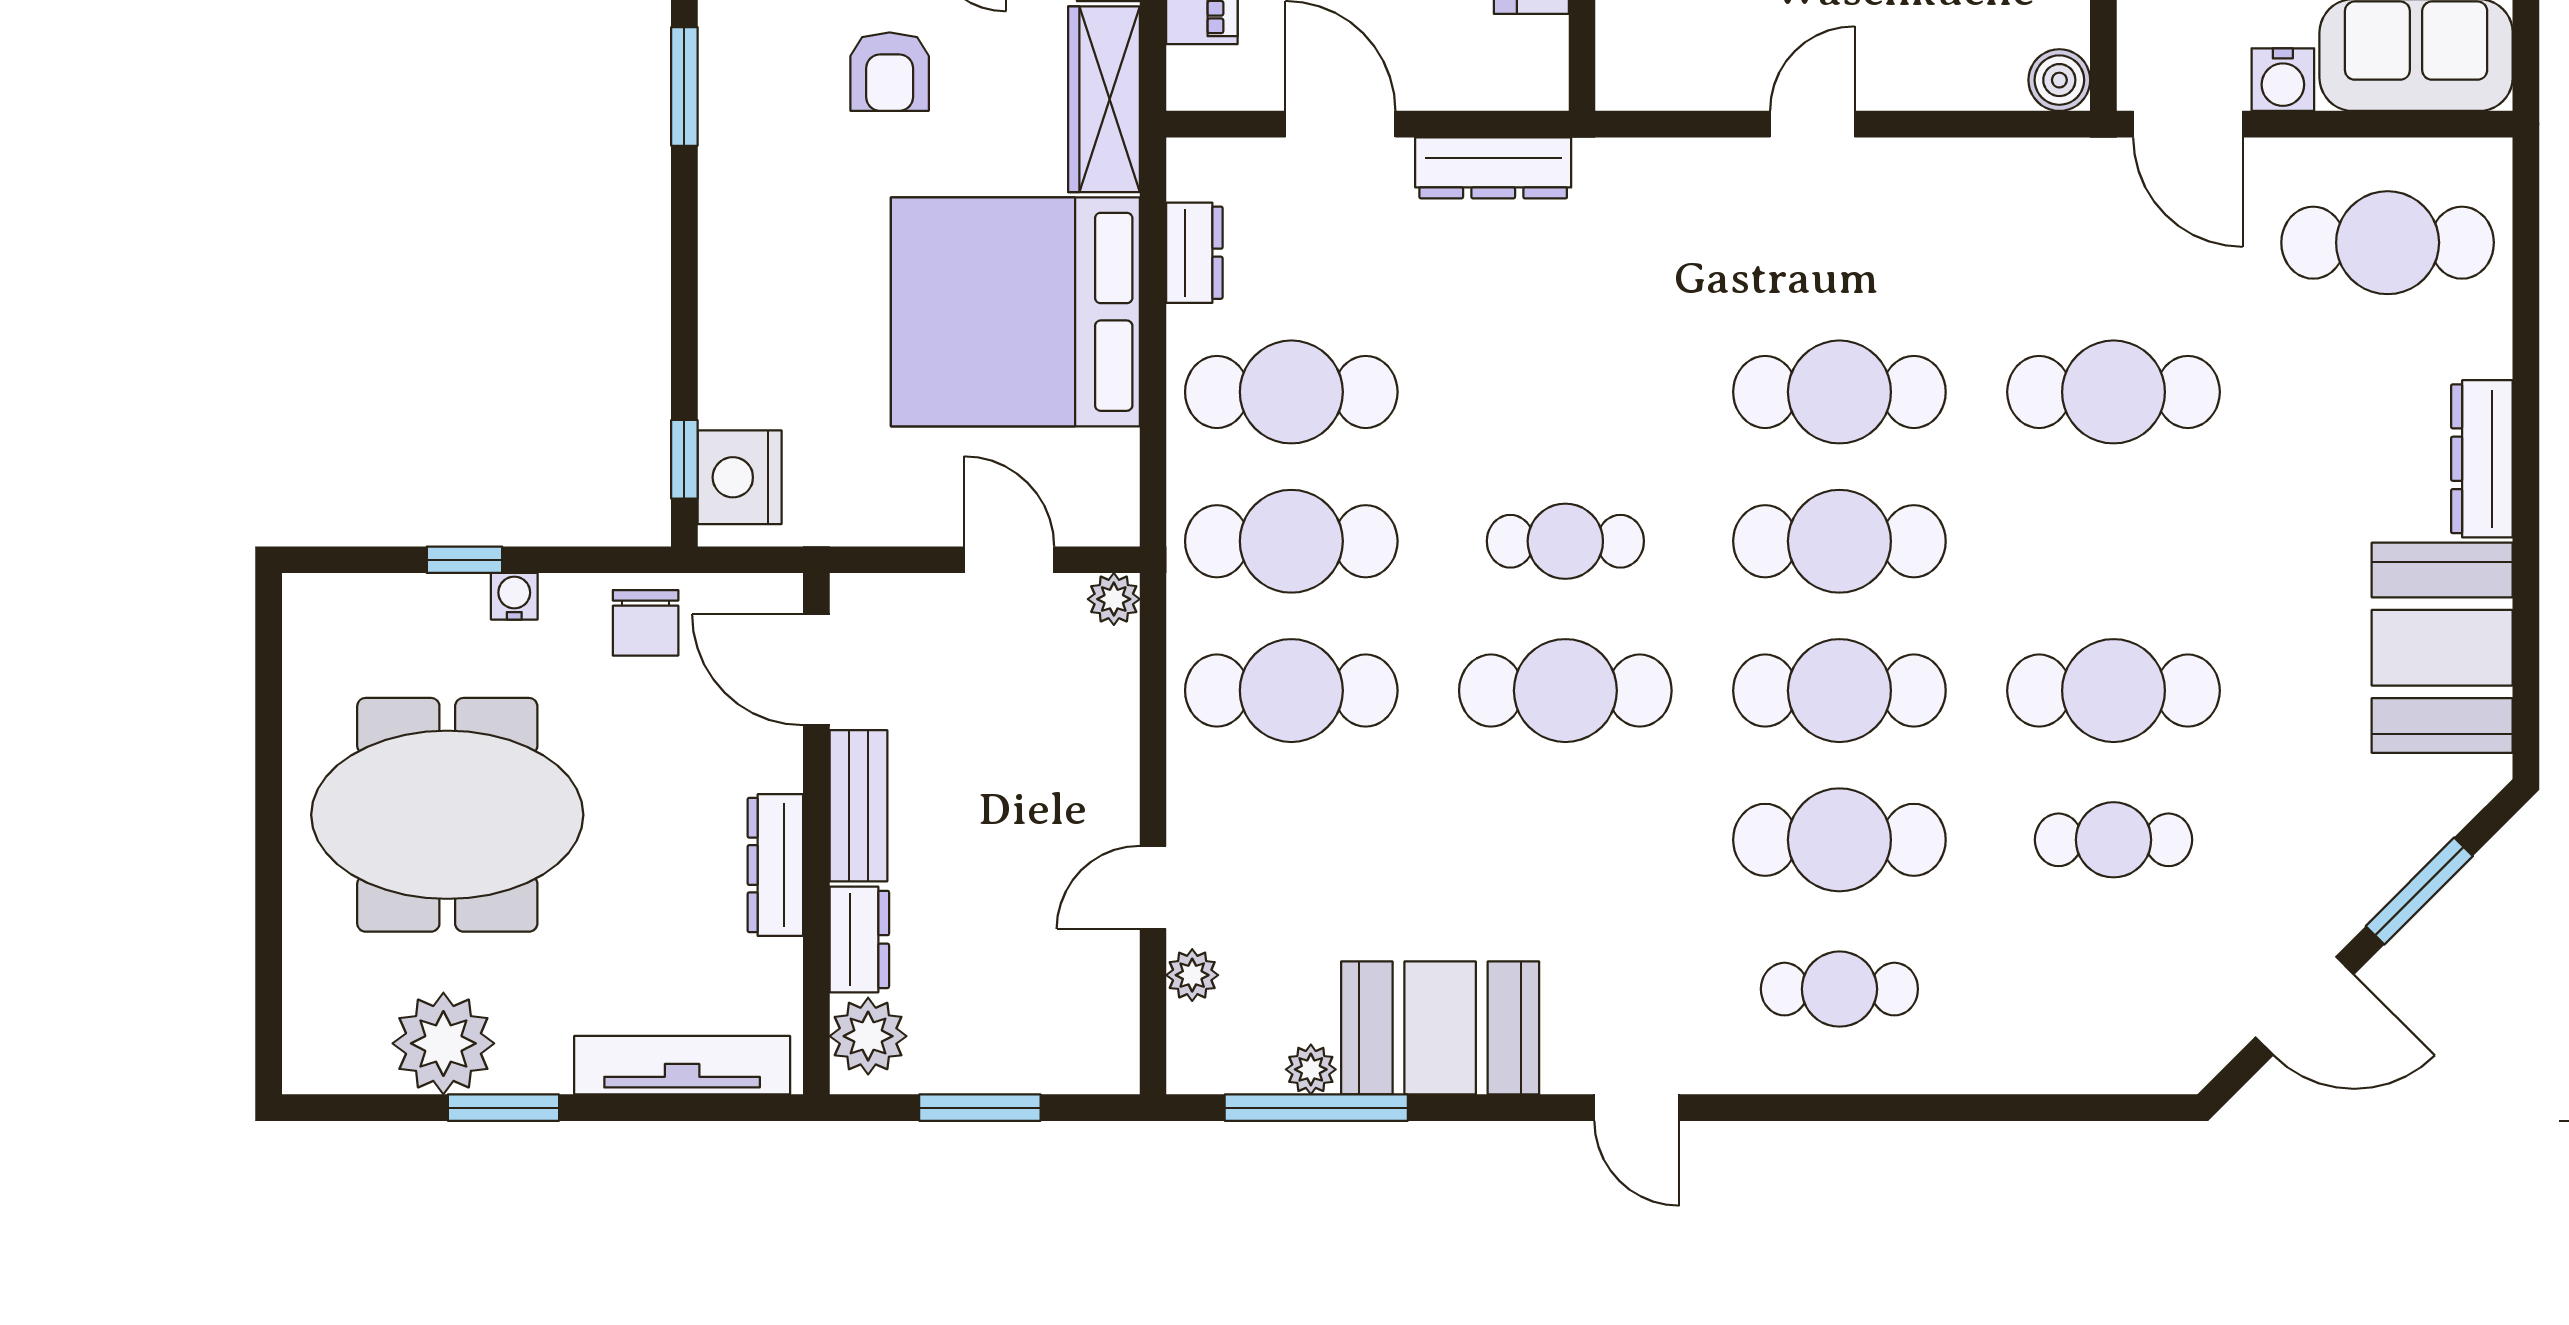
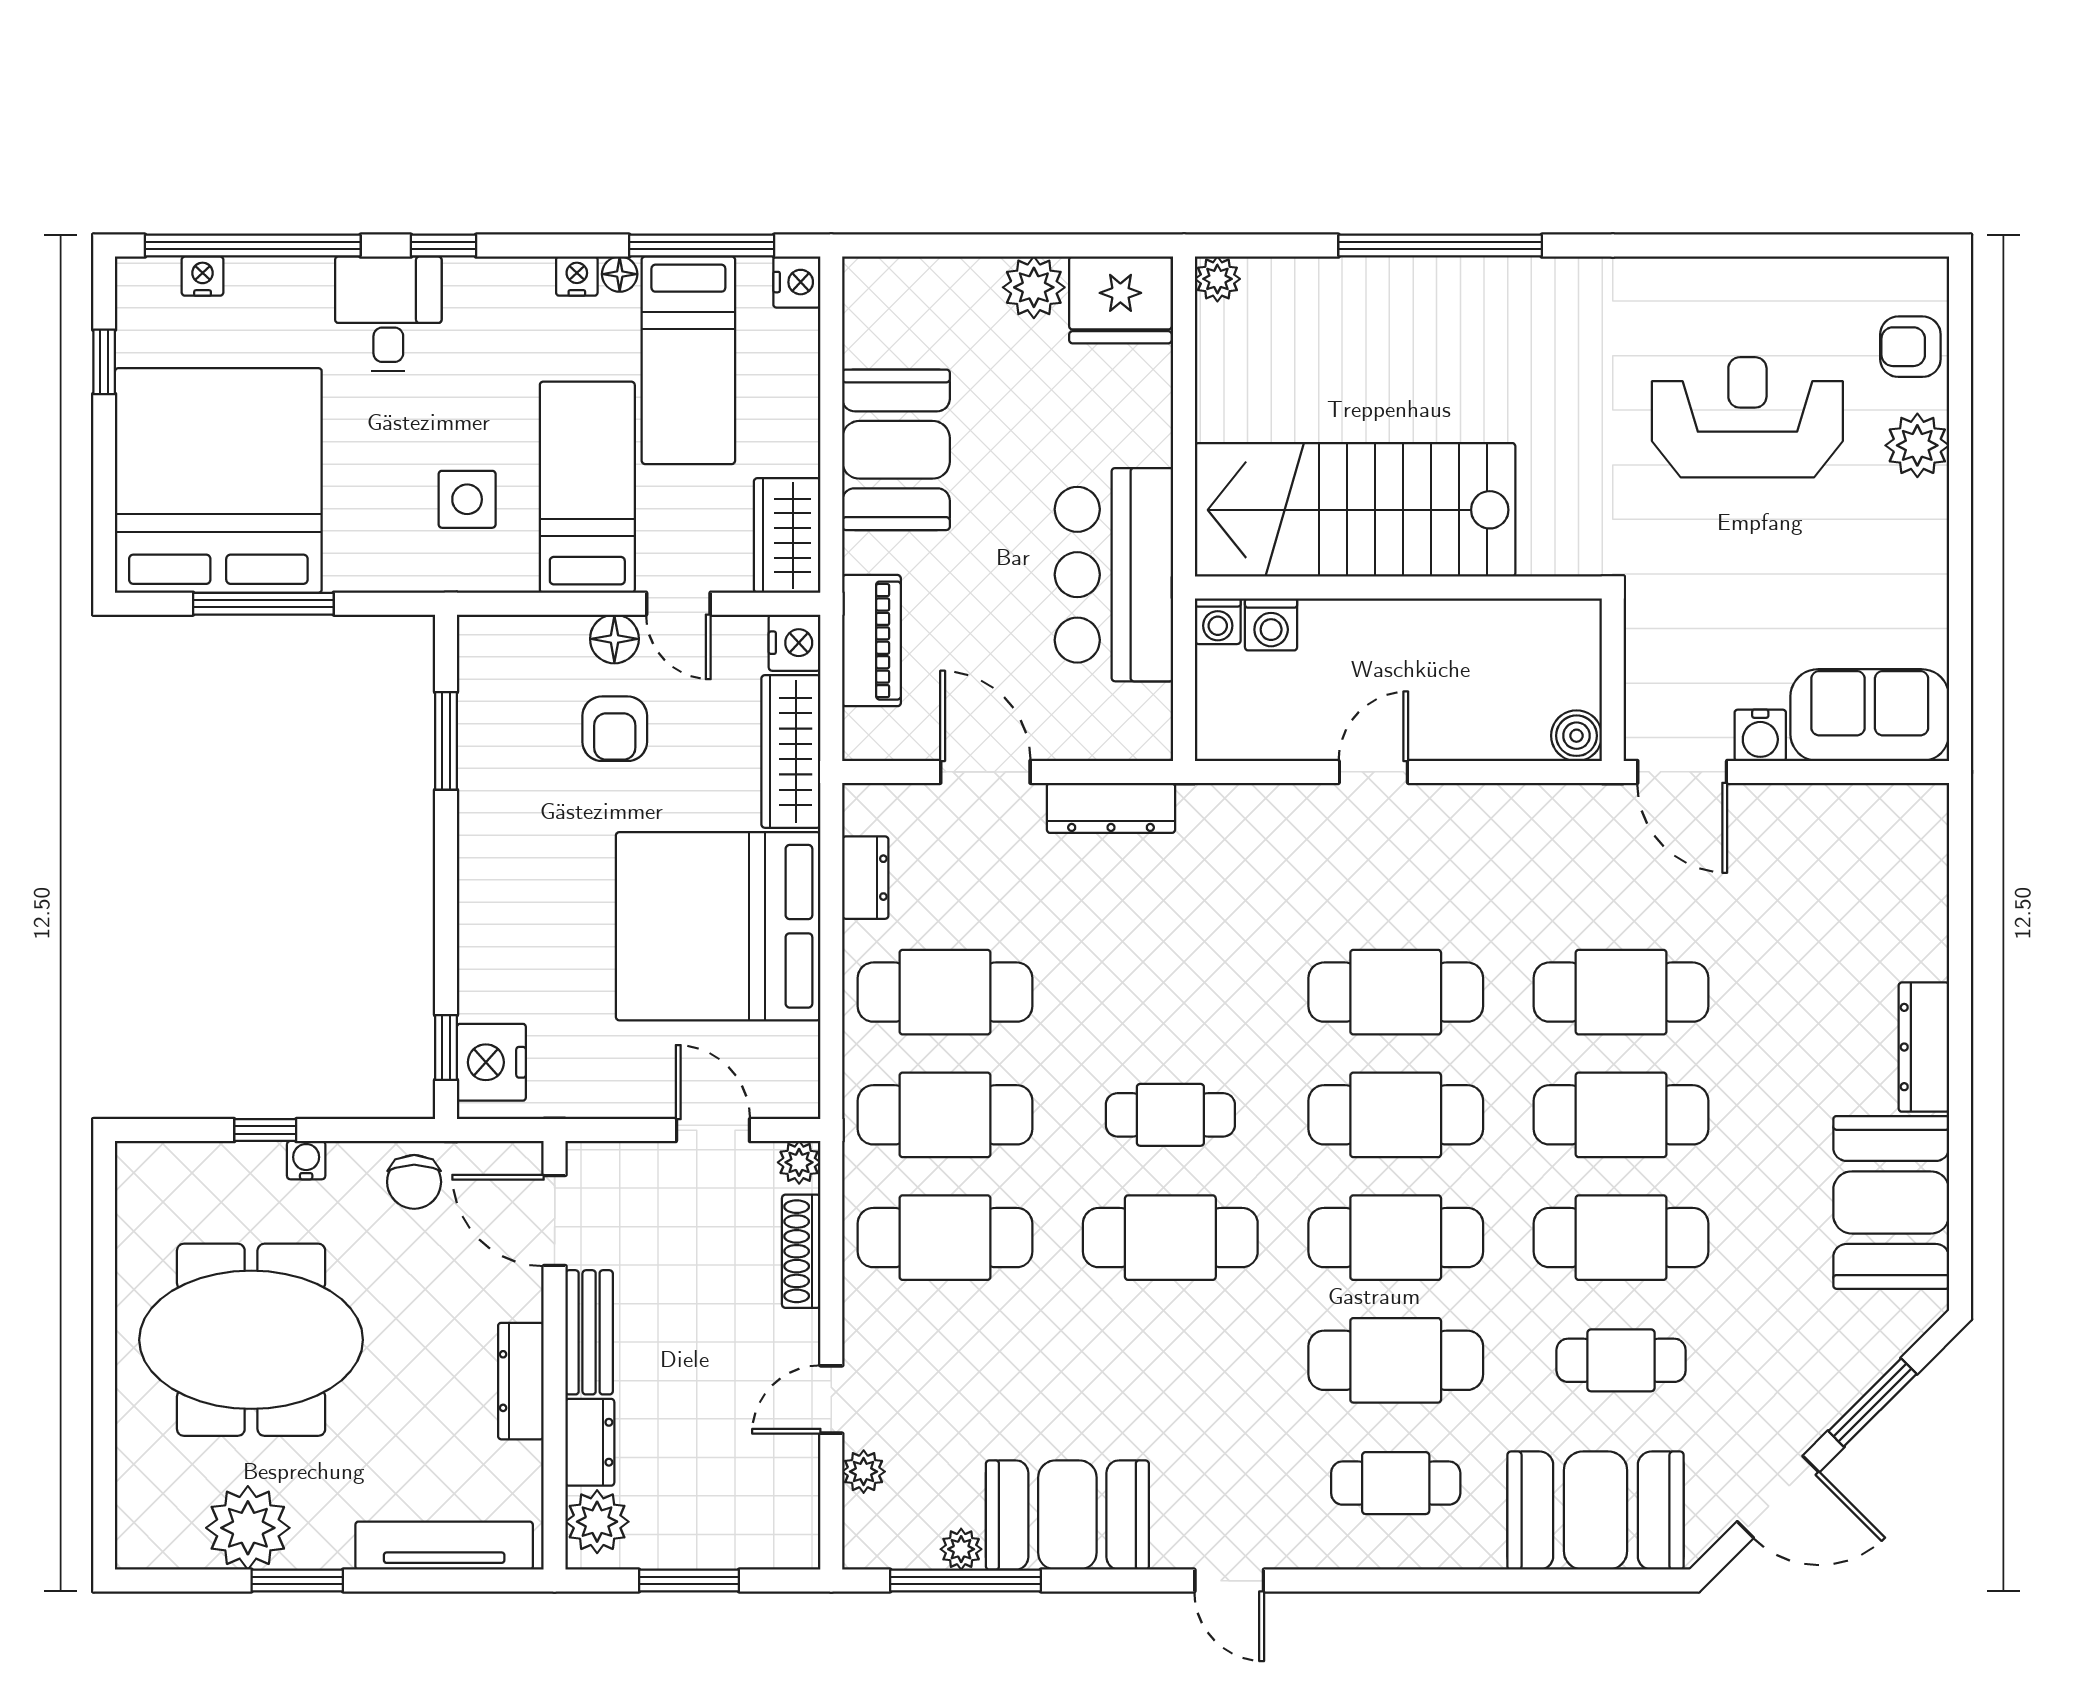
cafe table: (2388, 243) -> (1621, 1115), moved
shoe rack: (1116, 707) -> (801, 1251), added
booth: (2082, 1023) -> (1596, 1511), added

